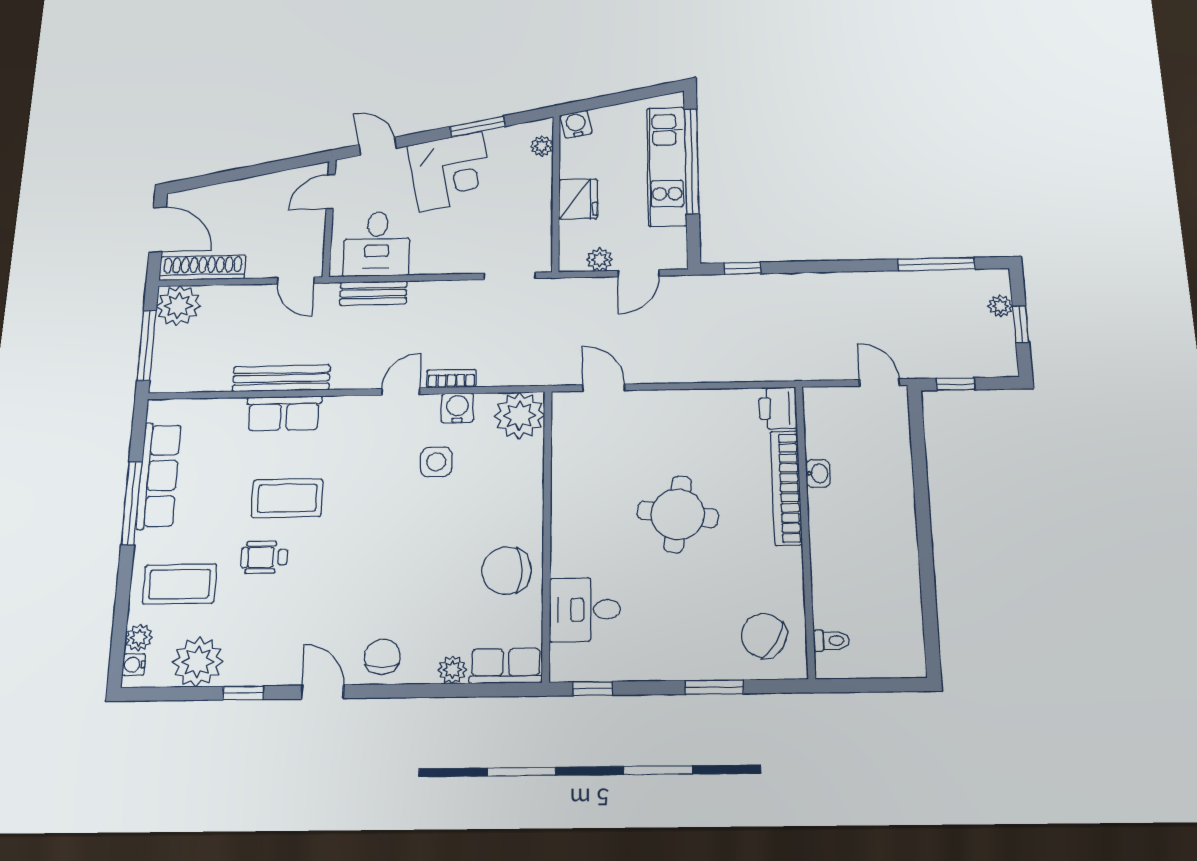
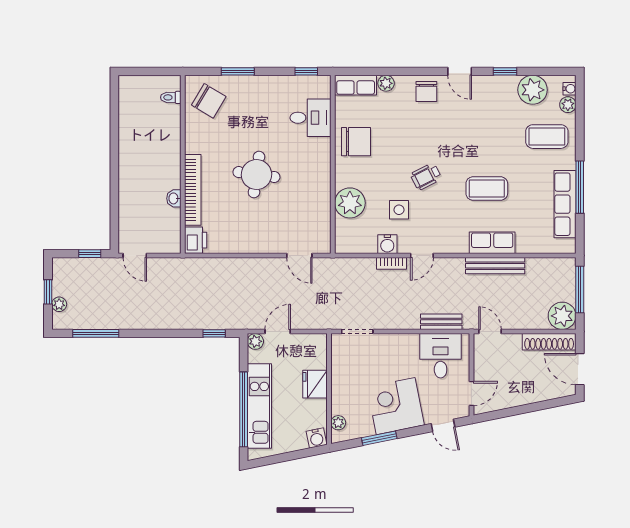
plant: (600, 260) -> (255, 341), moved
plant: (519, 416) -> (350, 203), moved
wheelchair: (264, 557) -> (426, 177), moved, turned 153

